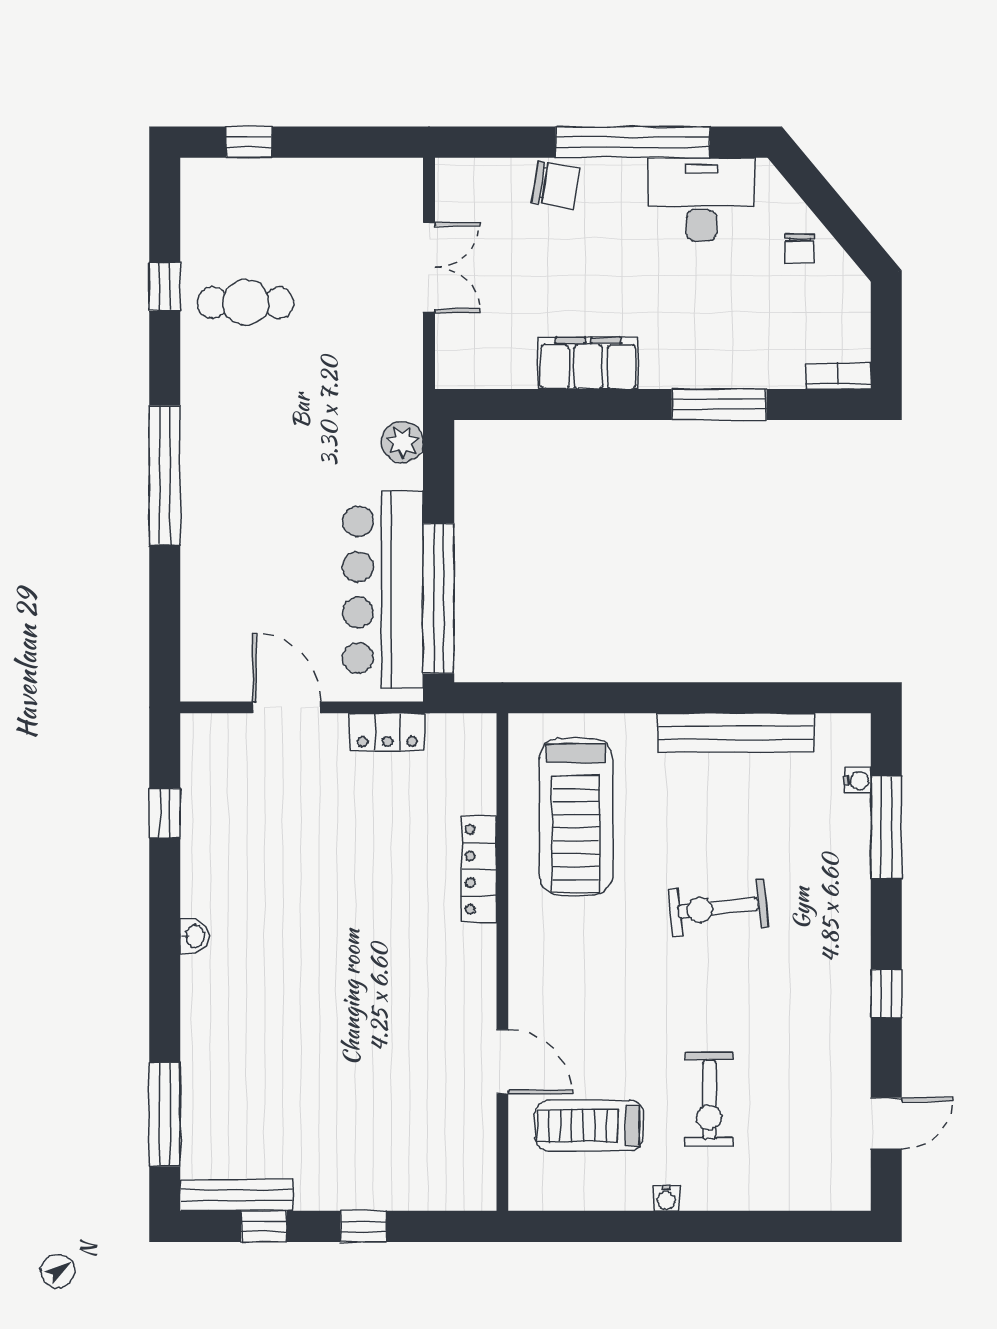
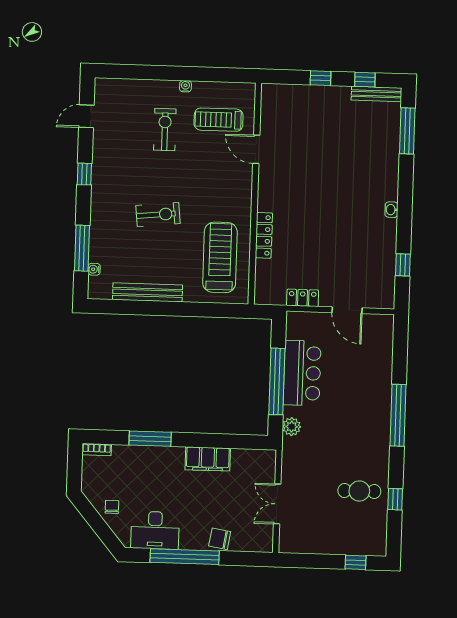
bar counter: (383, 590) -> (302, 373), width x0.73
window: (439, 599) -> (277, 381), moved
treadmill: (589, 1126) -> (219, 120), turned 180

